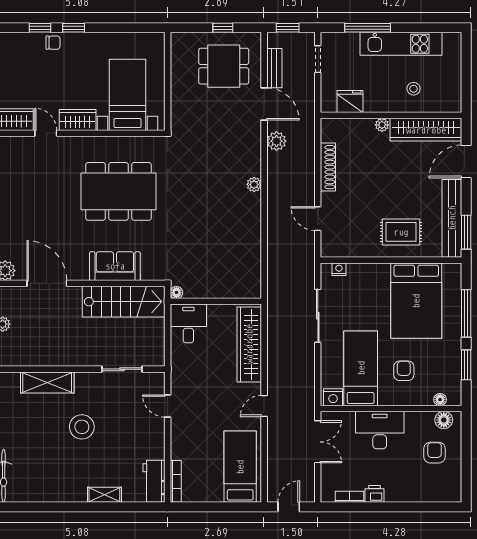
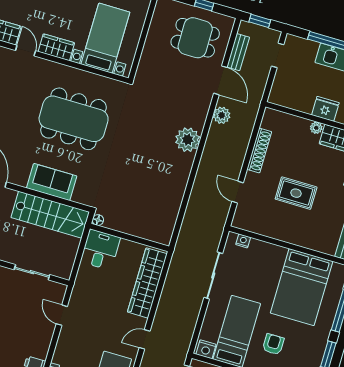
fridge: (350, 102) -> (325, 109), moved
plant: (254, 184) -> (188, 140), width x1.88, depth x1.88
rug: (401, 232) -> (296, 193), moved

